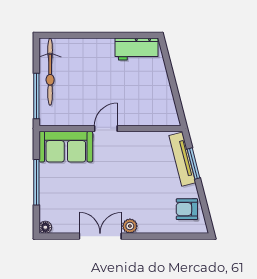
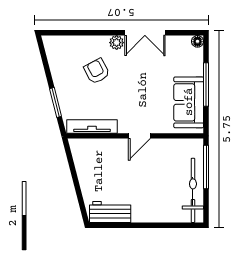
sofa: (66, 147) -> (189, 102), moved, turned -90
tv unit: (182, 159) -> (92, 126), moved, turned -76
armchair: (187, 209) -> (97, 71), moved, turned -118

